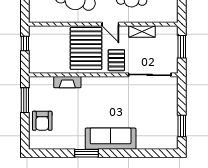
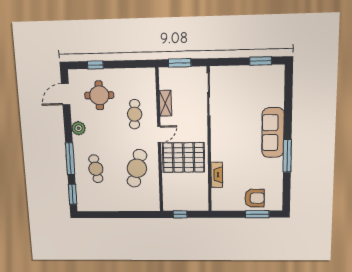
pallet: (116, 60) -> (194, 128), removed
window: (25, 100) -> (257, 214), moved
window: (87, 153) -> (287, 156), width x1.44

